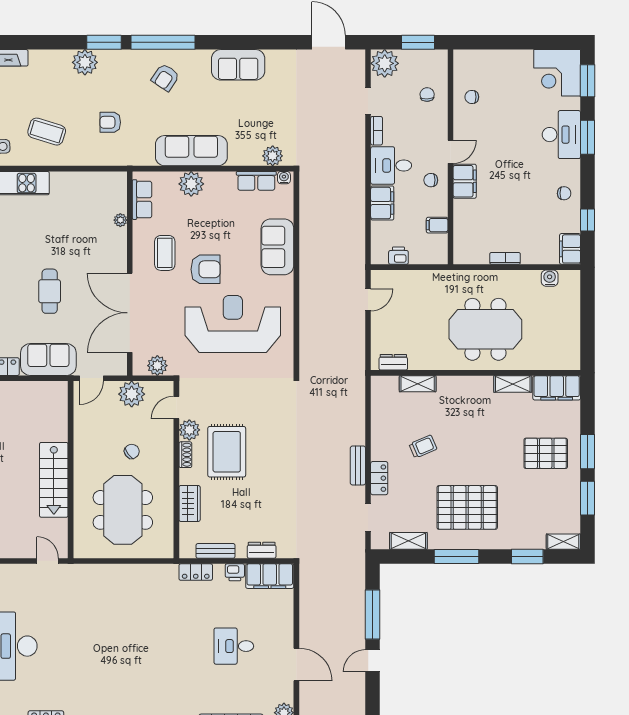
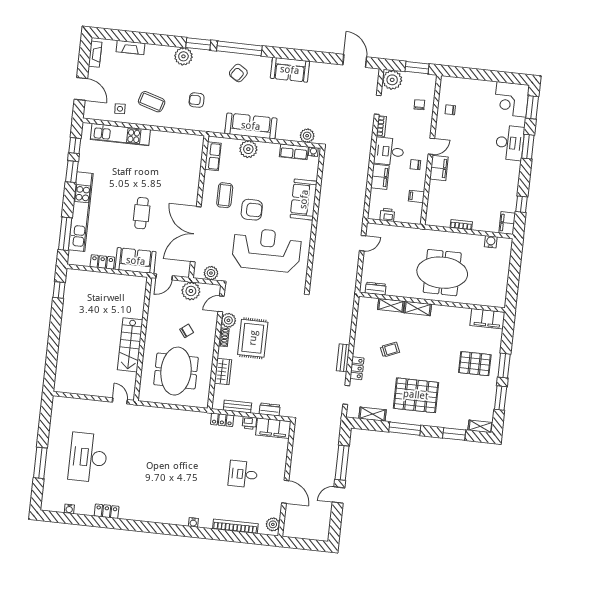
chair: (564, 193) -> (507, 184), removed
plant: (120, 220) -> (196, 169), removed
shelving: (513, 384) -> (418, 309), moved

